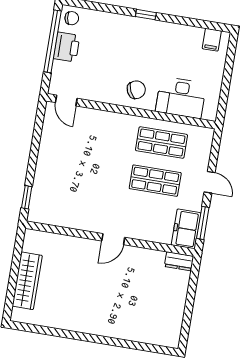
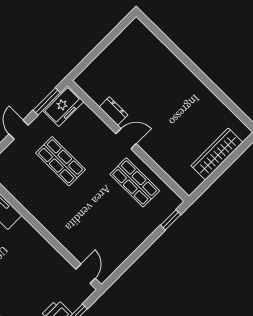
chair: (136, 90) -> (25, 243), removed
shop shelf: (161, 143) -> (135, 182), moved
dresser: (179, 261) -> (113, 111), moved

